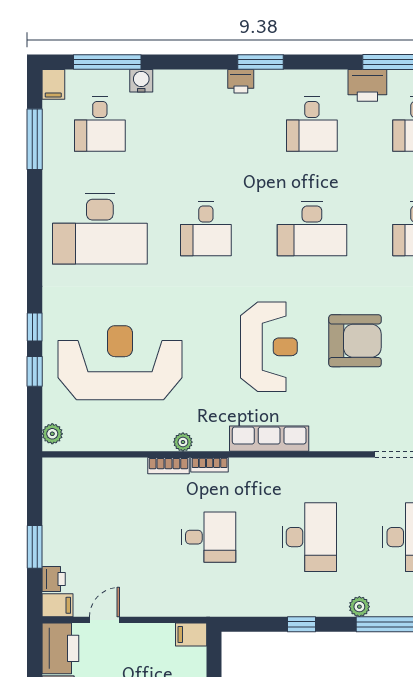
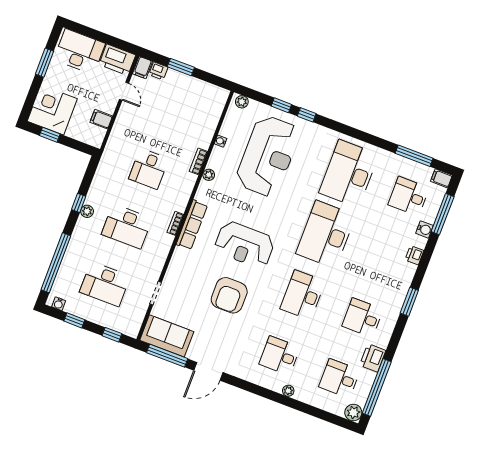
printer: (241, 81) -> (414, 255), moved
desk: (206, 229) -> (326, 234), width x1.87, depth x1.30
water cooler: (125, 443) -> (221, 141), added
bookcase: (210, 465) -> (175, 223), moved
plant: (359, 607) -> (87, 211), moved
filing cabinet: (191, 634) -> (101, 119), moved, turned -90

